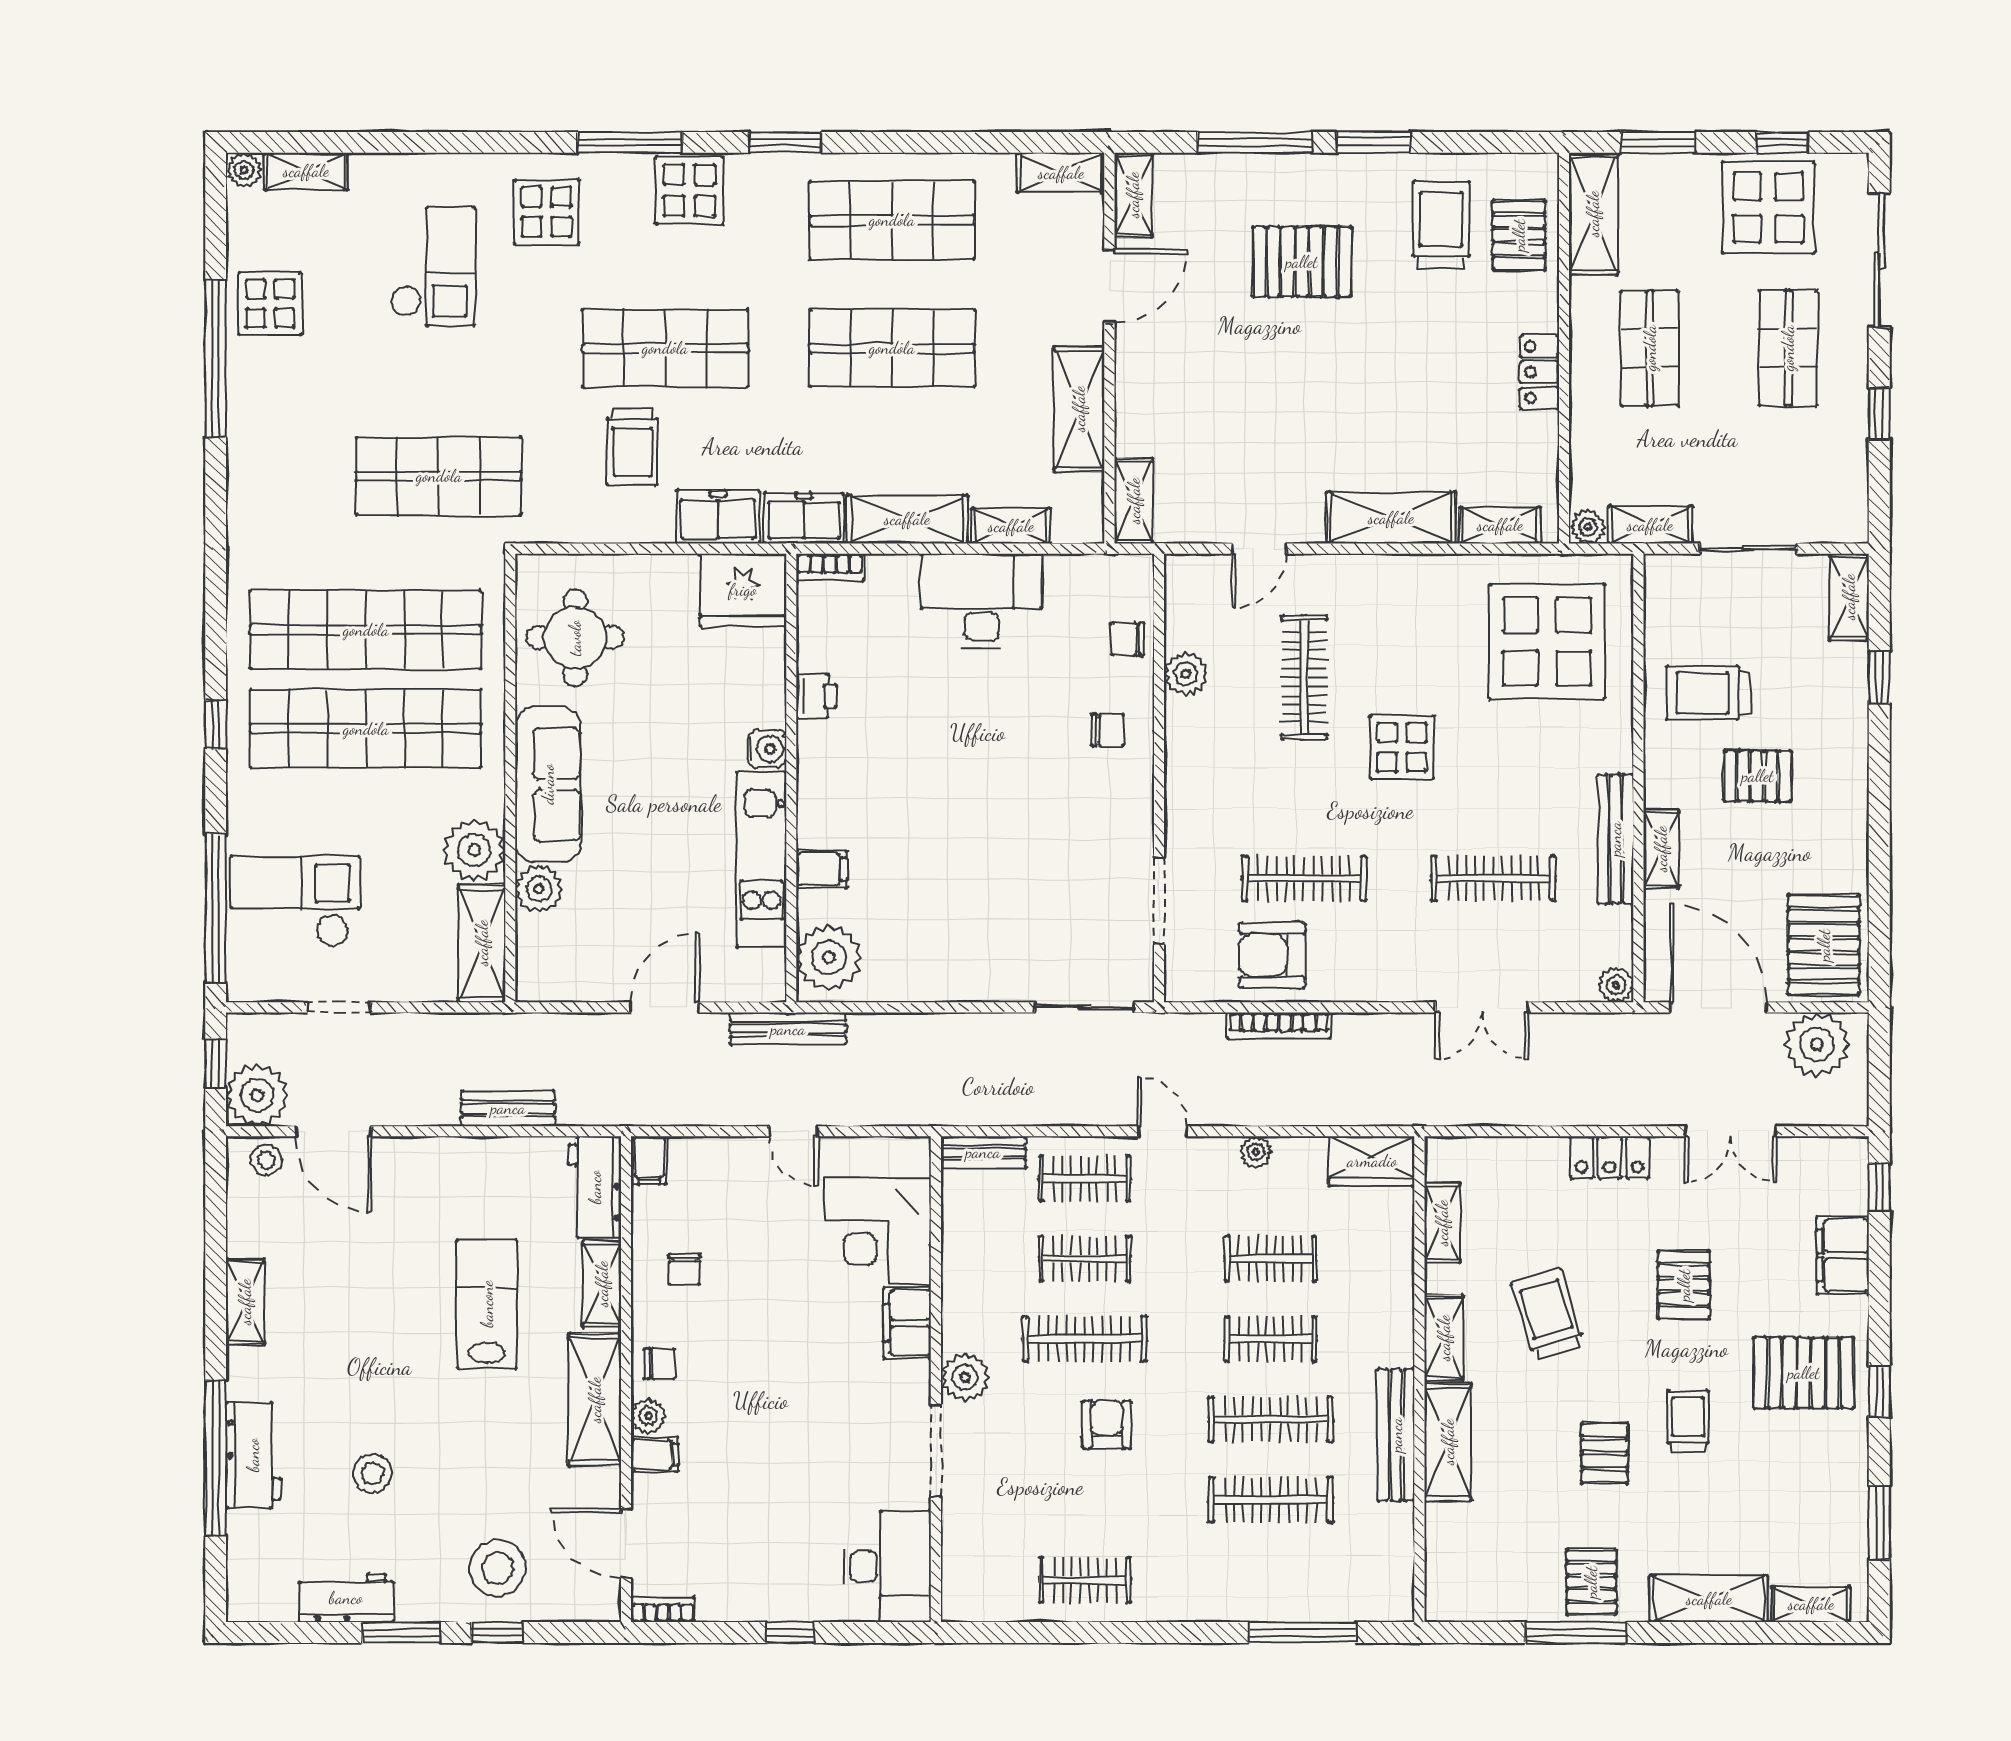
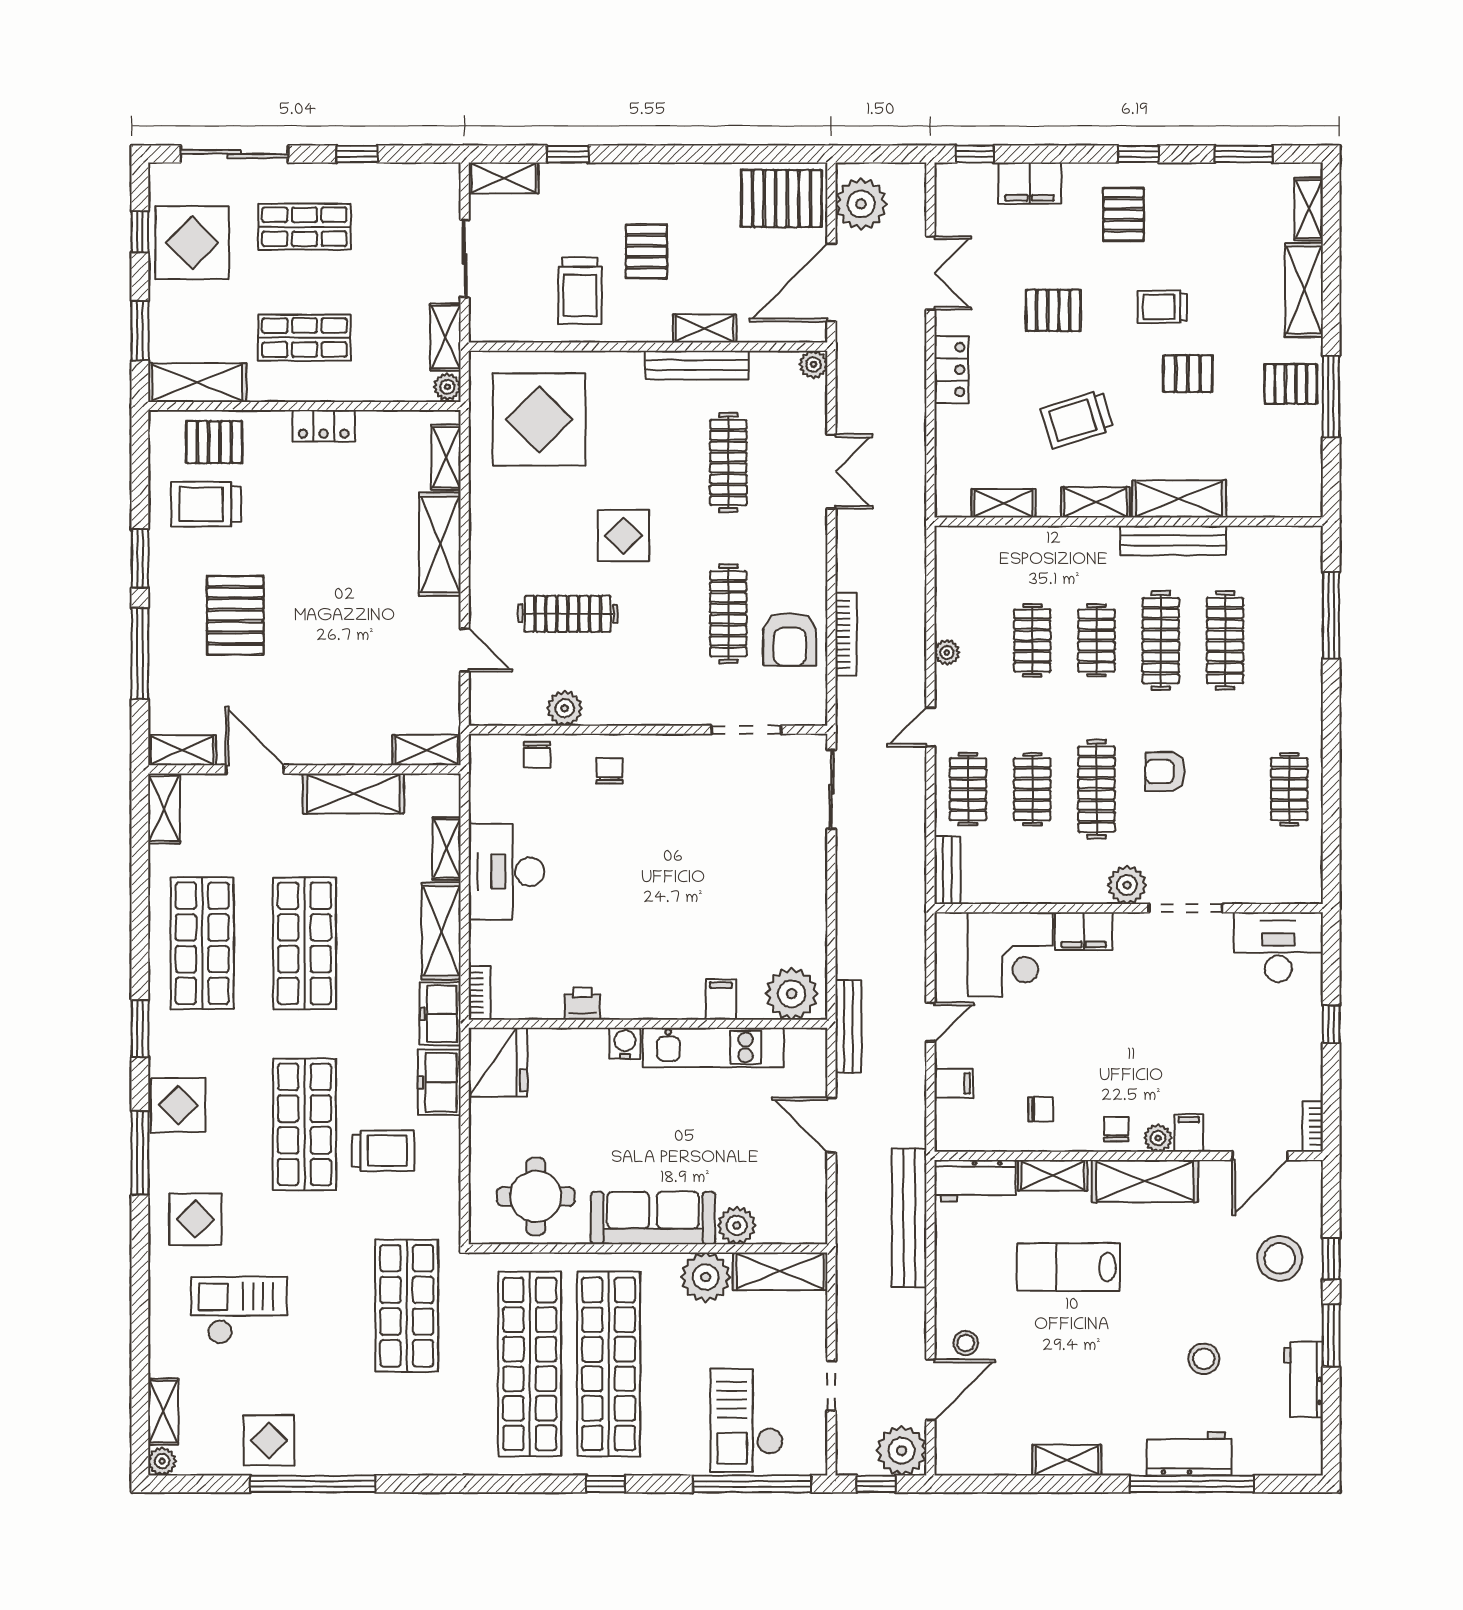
bench: (508, 1108) -> (909, 1218), width x1.86, depth x1.21
stool: (266, 1160) -> (966, 1343), moved
filing cabinet: (649, 1160) -> (954, 1083), moved
wardrobe: (1372, 1161) -> (954, 560), removed
pallet: (1804, 1373) -> (1123, 214), width x0.67, depth x0.71

